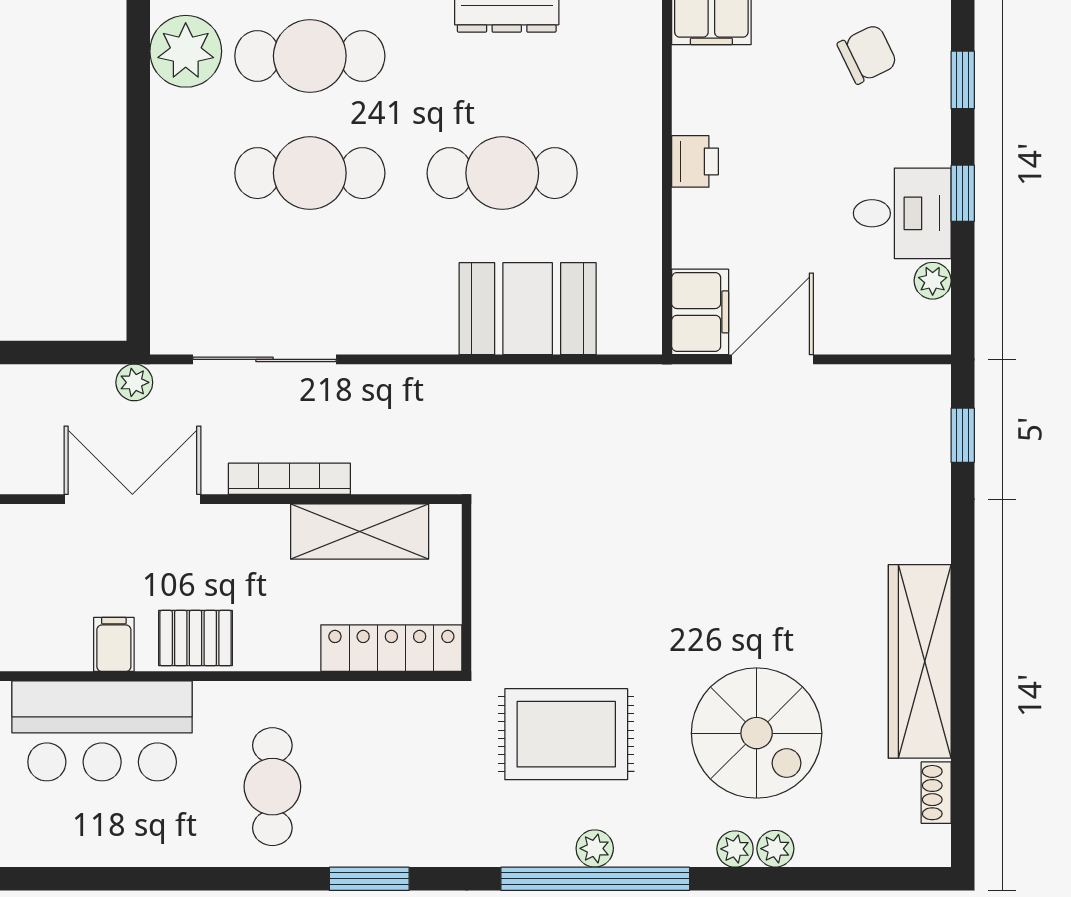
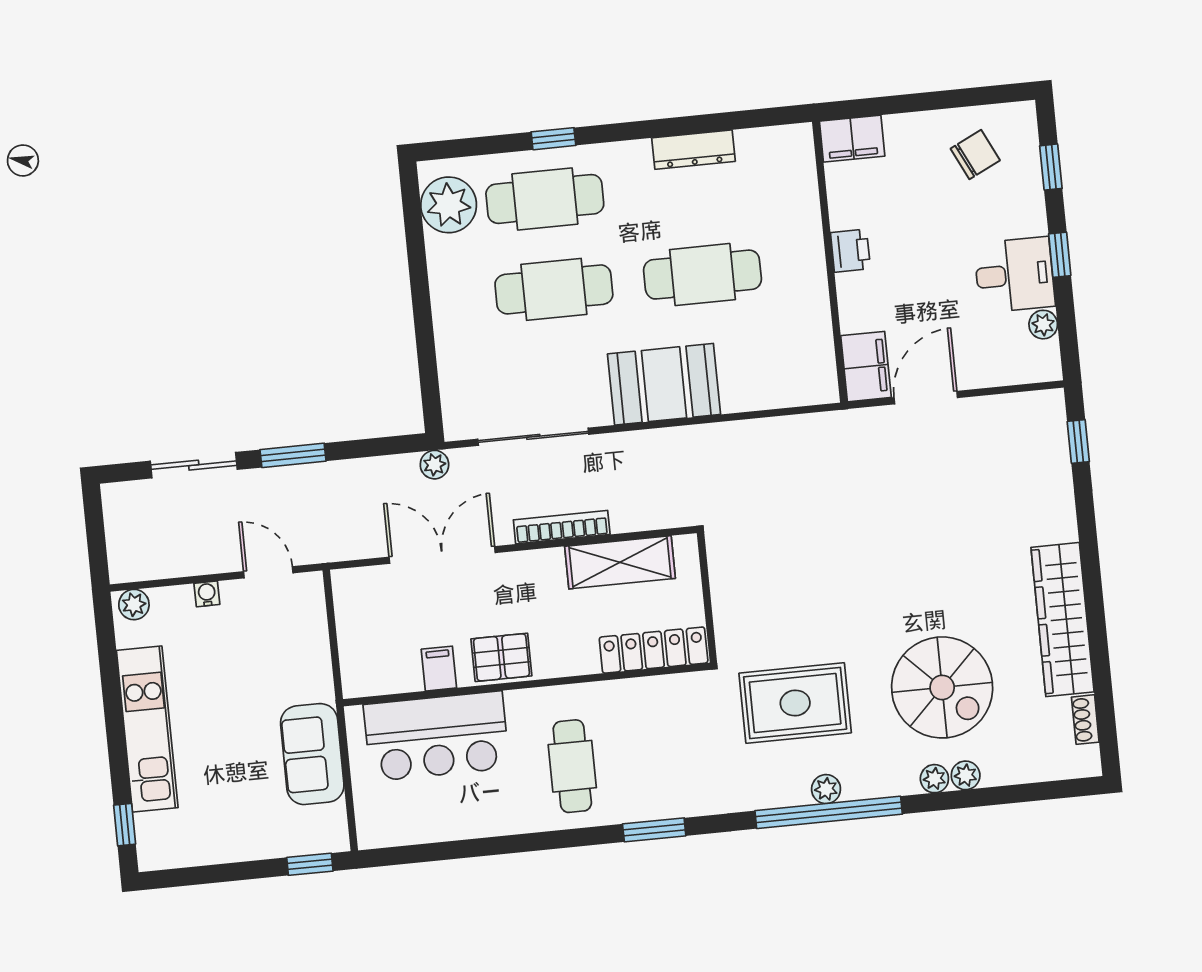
booth: (528, 309) -> (664, 384), moved

